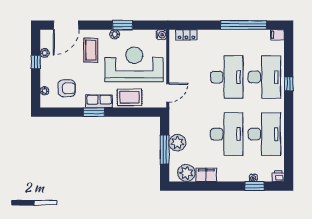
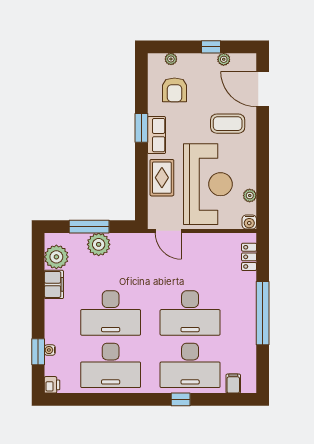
window: (123, 25) -> (263, 168), removed
window: (244, 25) -> (263, 313), moved
plant: (115, 34) -> (250, 196), moved
filing cabinet: (277, 35) -> (233, 384), moved

